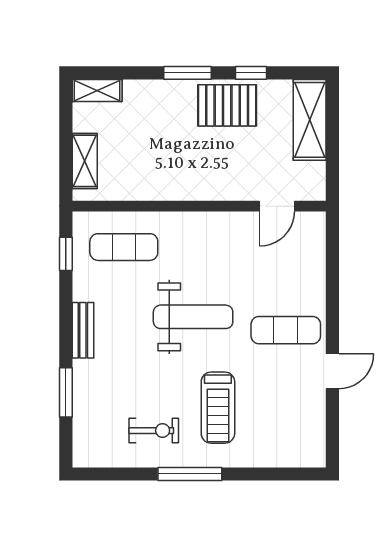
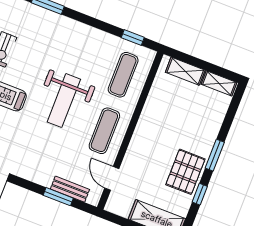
shelving: (97, 90) -> (219, 83), moved, turned 90
window: (332, 272) -> (58, 197), added
bench: (83, 330) -> (70, 189), moved
exercise mat: (286, 330) -> (104, 131), moved

